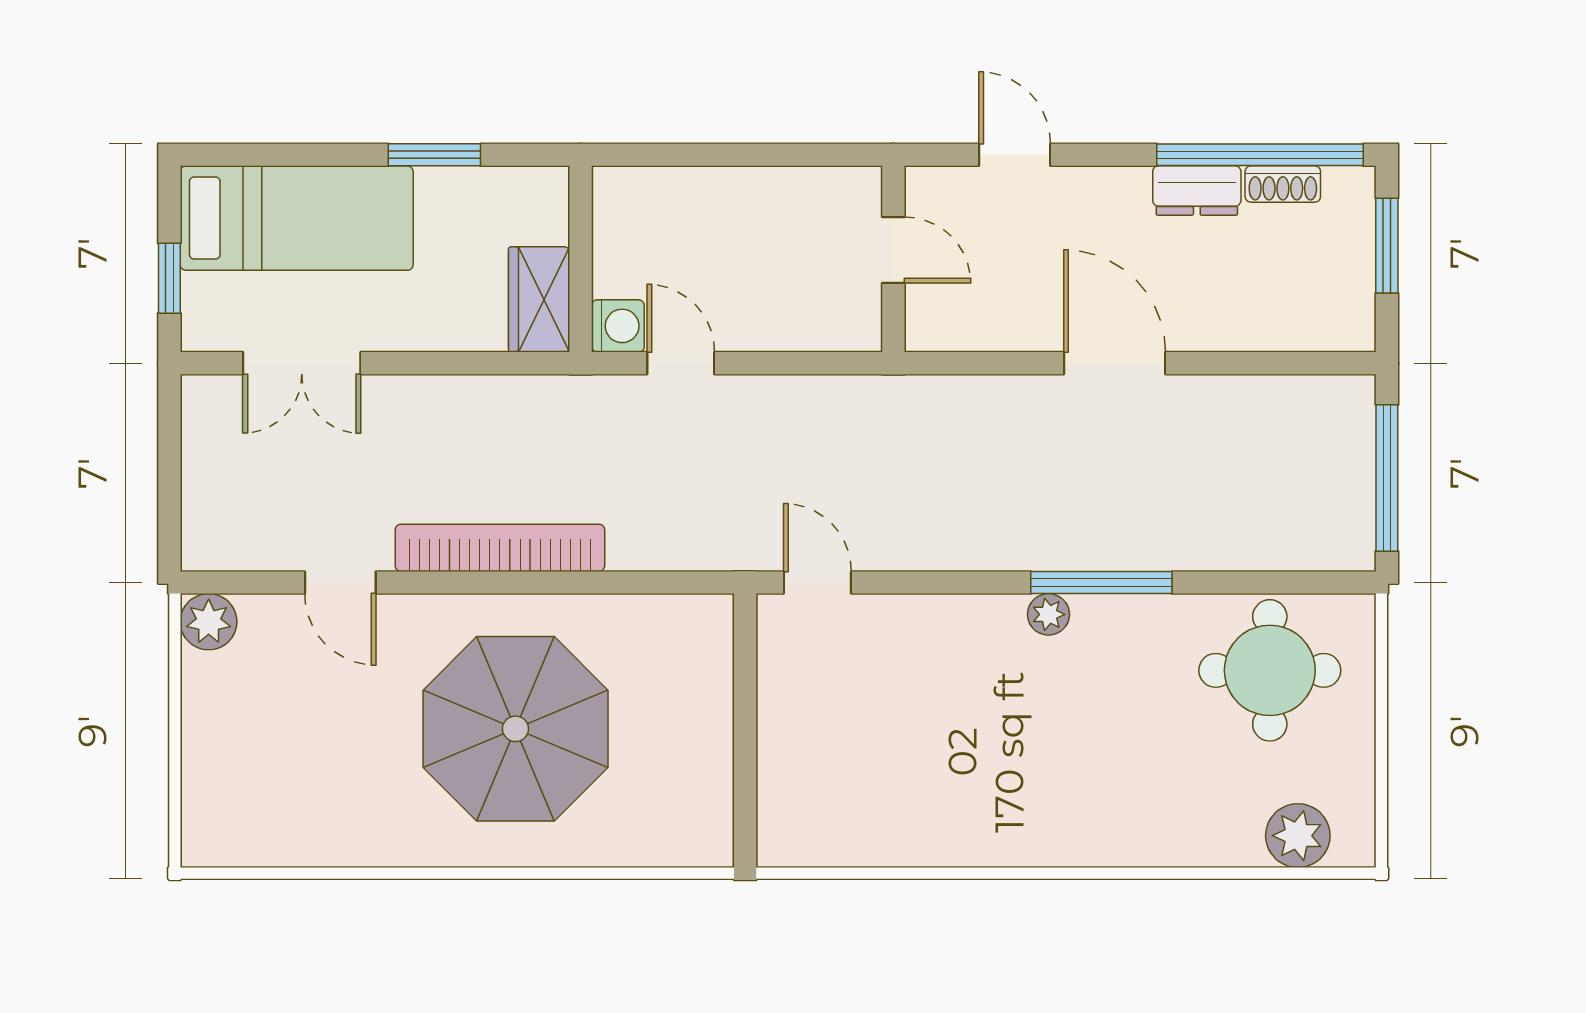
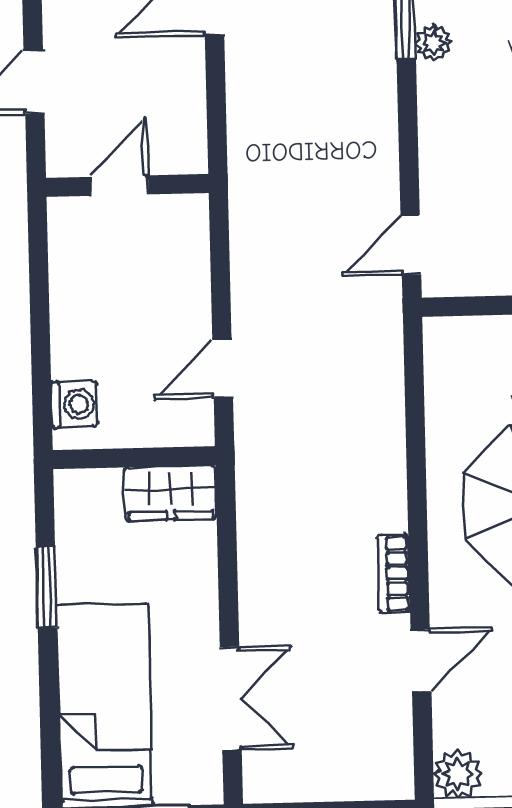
washing machine: (618, 326) -> (74, 404), moved, turned 90
bookcase: (500, 548) -> (394, 573), width x0.43, depth x0.76

